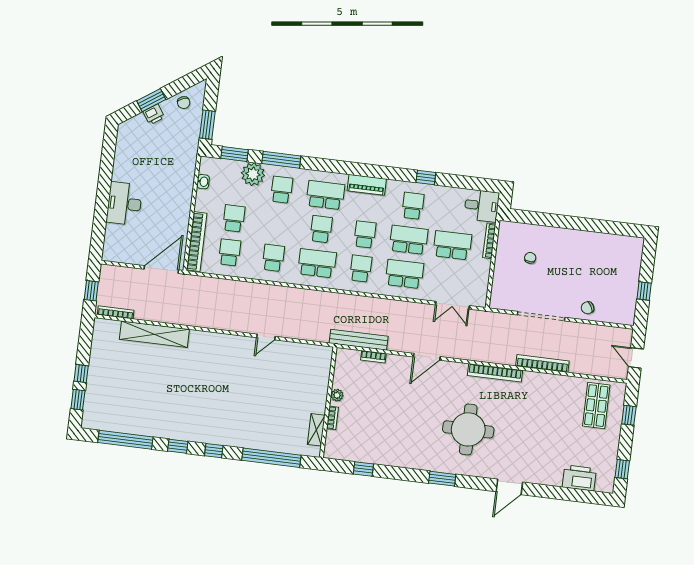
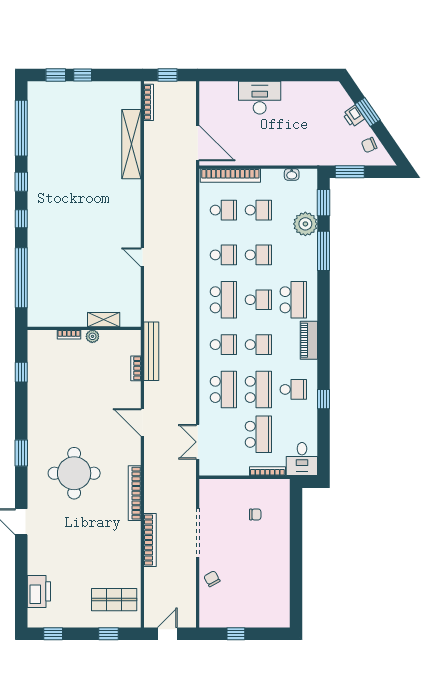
school desk: (282, 190) -> (258, 255), moved
shelving: (316, 430) -> (104, 320), moved

